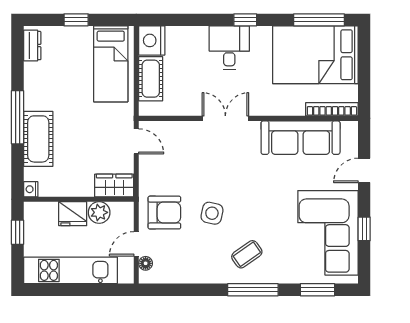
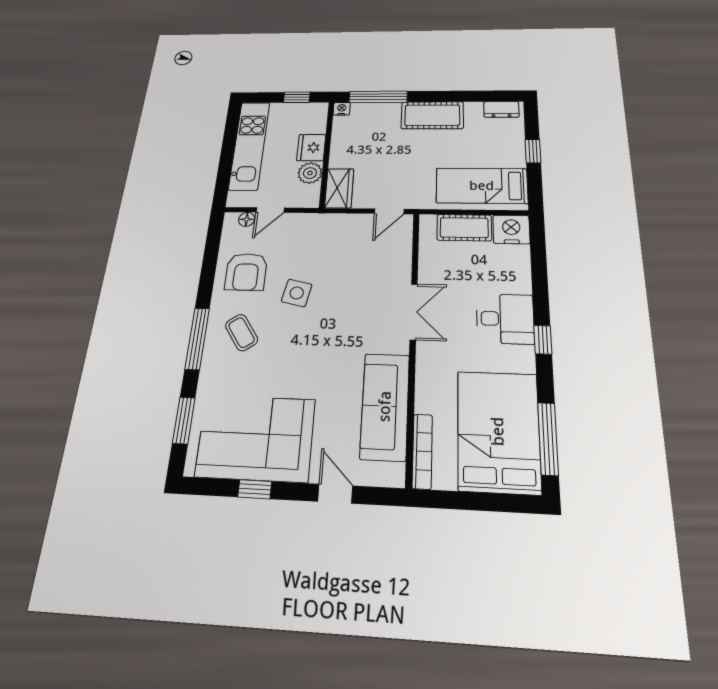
window: (18, 117) -> (378, 97), moved
cot: (38, 139) -> (432, 115), moved
armchair: (164, 213) -> (246, 272), moved
door: (136, 244) -> (270, 210), swing flipped

